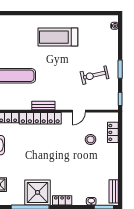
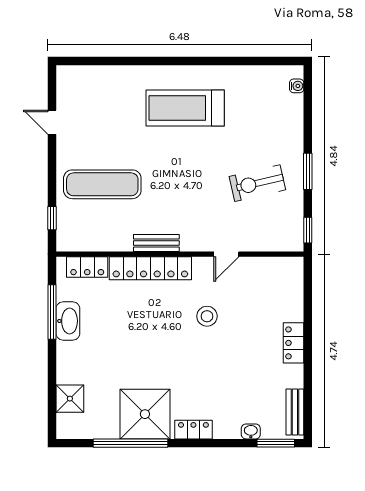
locker: (113, 132) -> (294, 343), moved
stool: (91, 139) -> (207, 316), moved

